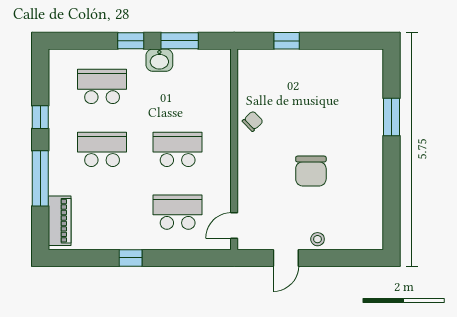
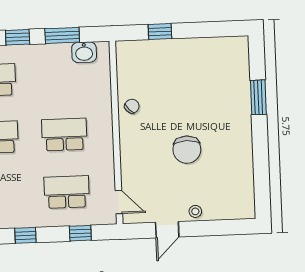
washbasin: (159, 60) -> (84, 52), moved
door: (234, 226) -> (119, 202), swing flipped
window: (191, 258) -> (80, 233), added

